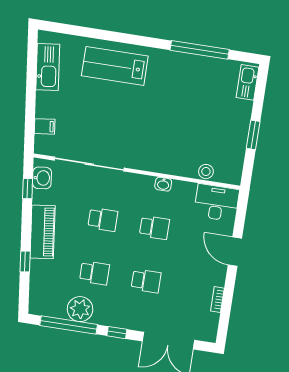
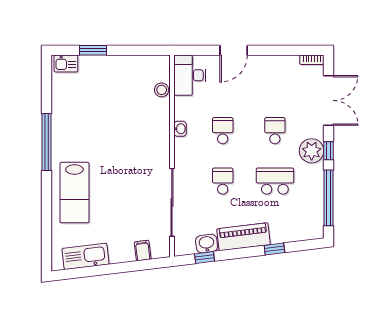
window: (200, 50) -> (46, 142), moved
kitchen sink: (248, 82) -> (66, 64), width x0.73
window: (253, 135) -> (93, 50), moved
washbasin: (42, 178) -> (207, 244), moved
school desk: (94, 273) -> (275, 181), width x1.85
bookcase: (217, 300) -> (312, 60), moved
plant: (80, 309) -> (312, 151), moved

